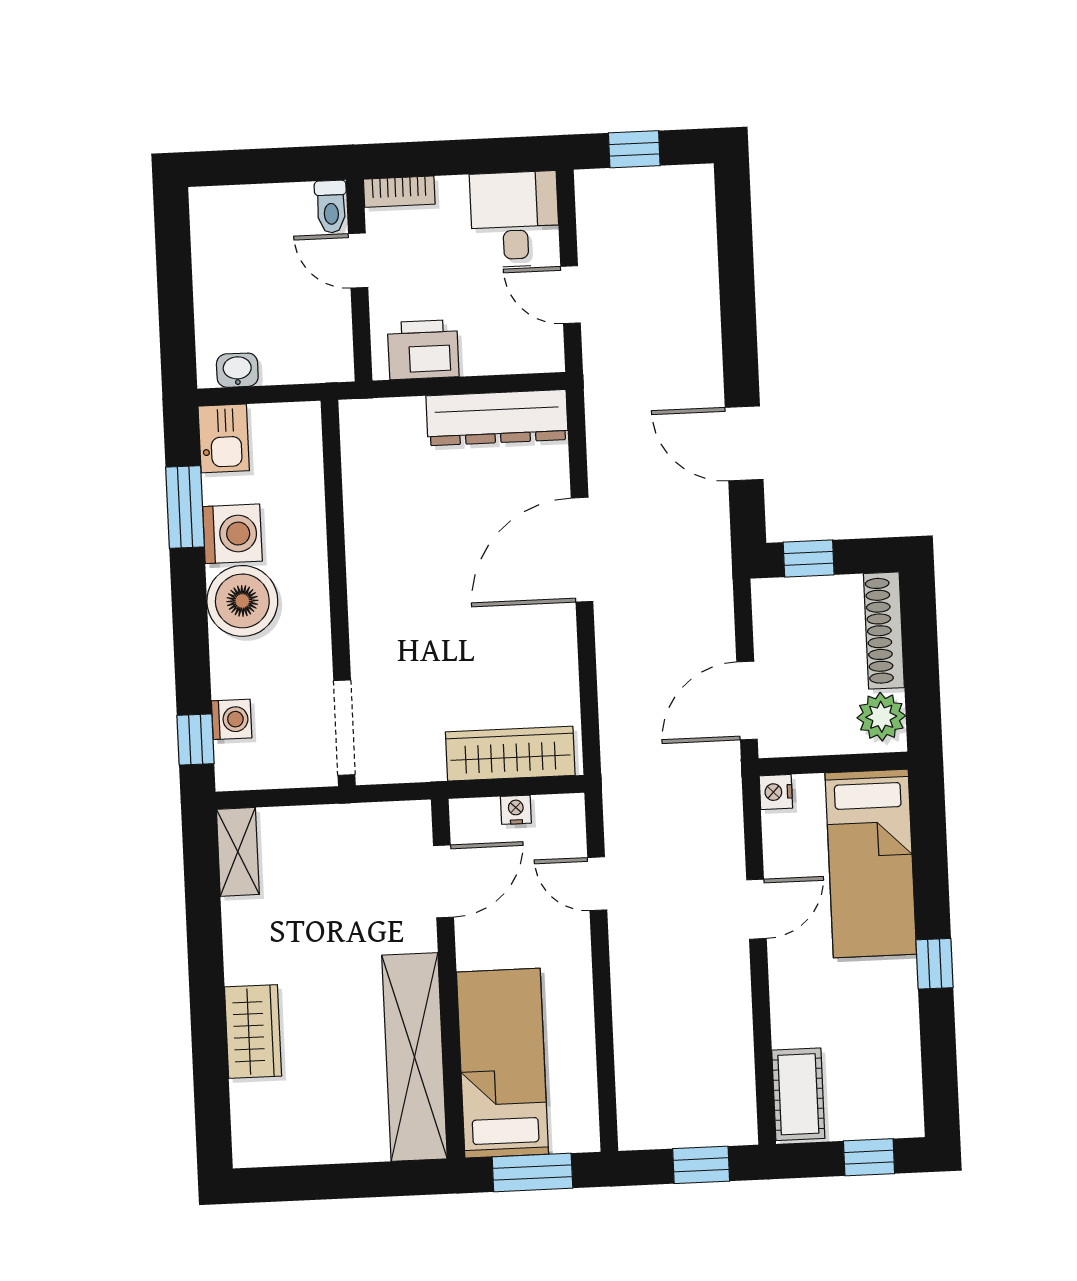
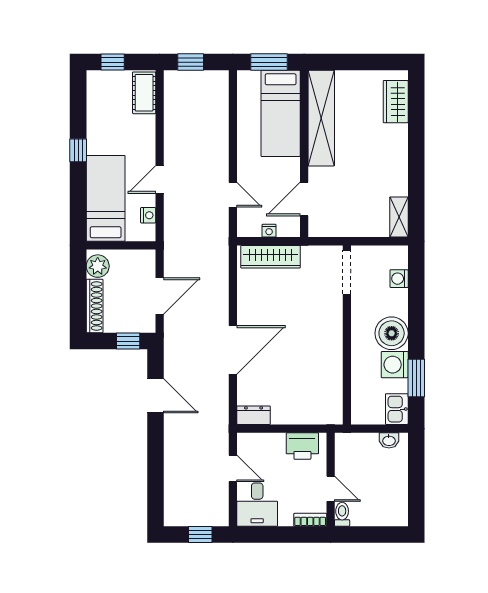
dresser: (497, 418) -> (254, 415), width x0.51, depth x0.80
door: (747, 701) -> (160, 296), moved
window: (196, 739) -> (416, 270), removed
nightstand: (776, 792) -> (148, 215), moved
wardrobe: (253, 1031) -> (396, 102), moved

